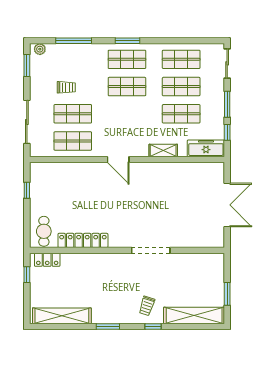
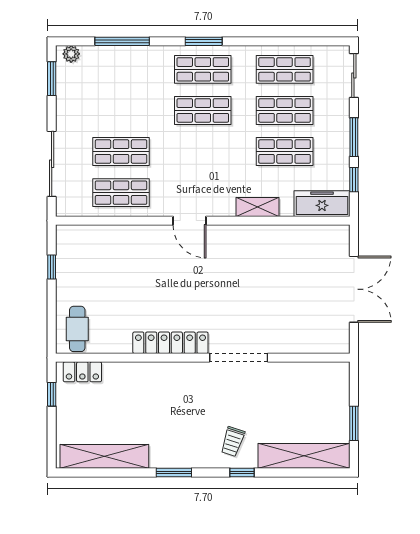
trolley: (66, 87) -> (111, 112), removed
locker: (83, 240) -> (170, 343), moved

